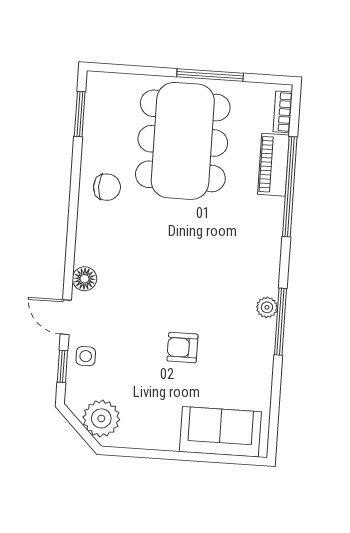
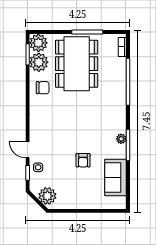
plant: (104, 91) -> (38, 43), added
plant: (102, 132) -> (39, 62), added
piano: (274, 165) -> (120, 72), removed
floor lamp: (85, 279) -> (35, 131), removed
armchair: (182, 348) -> (83, 160), turned -90
sofa: (220, 432) -> (115, 178), moved, turned -90

